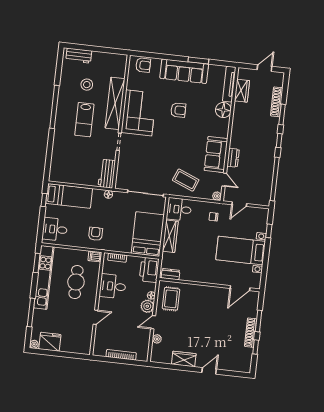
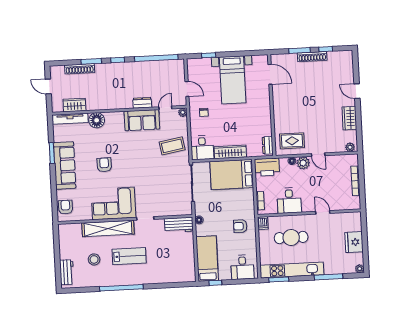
coffee table: (186, 180) -> (172, 146), turned 58
plant: (157, 339) -> (350, 147), moved
fridge: (50, 342) -> (354, 242), moved

